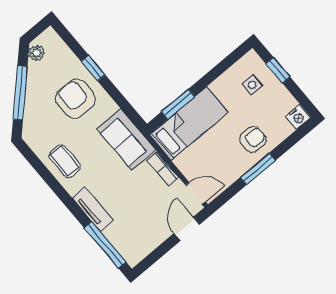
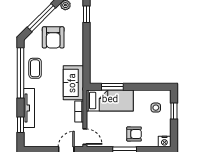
window: (93, 68) -> (86, 14), moved
armchair: (75, 99) -> (53, 37), moved, turned 180
window: (52, 182) -> (21, 73), added
tv unit: (92, 209) -> (29, 108), width x1.41
window: (105, 245) -> (21, 125), width x0.46

